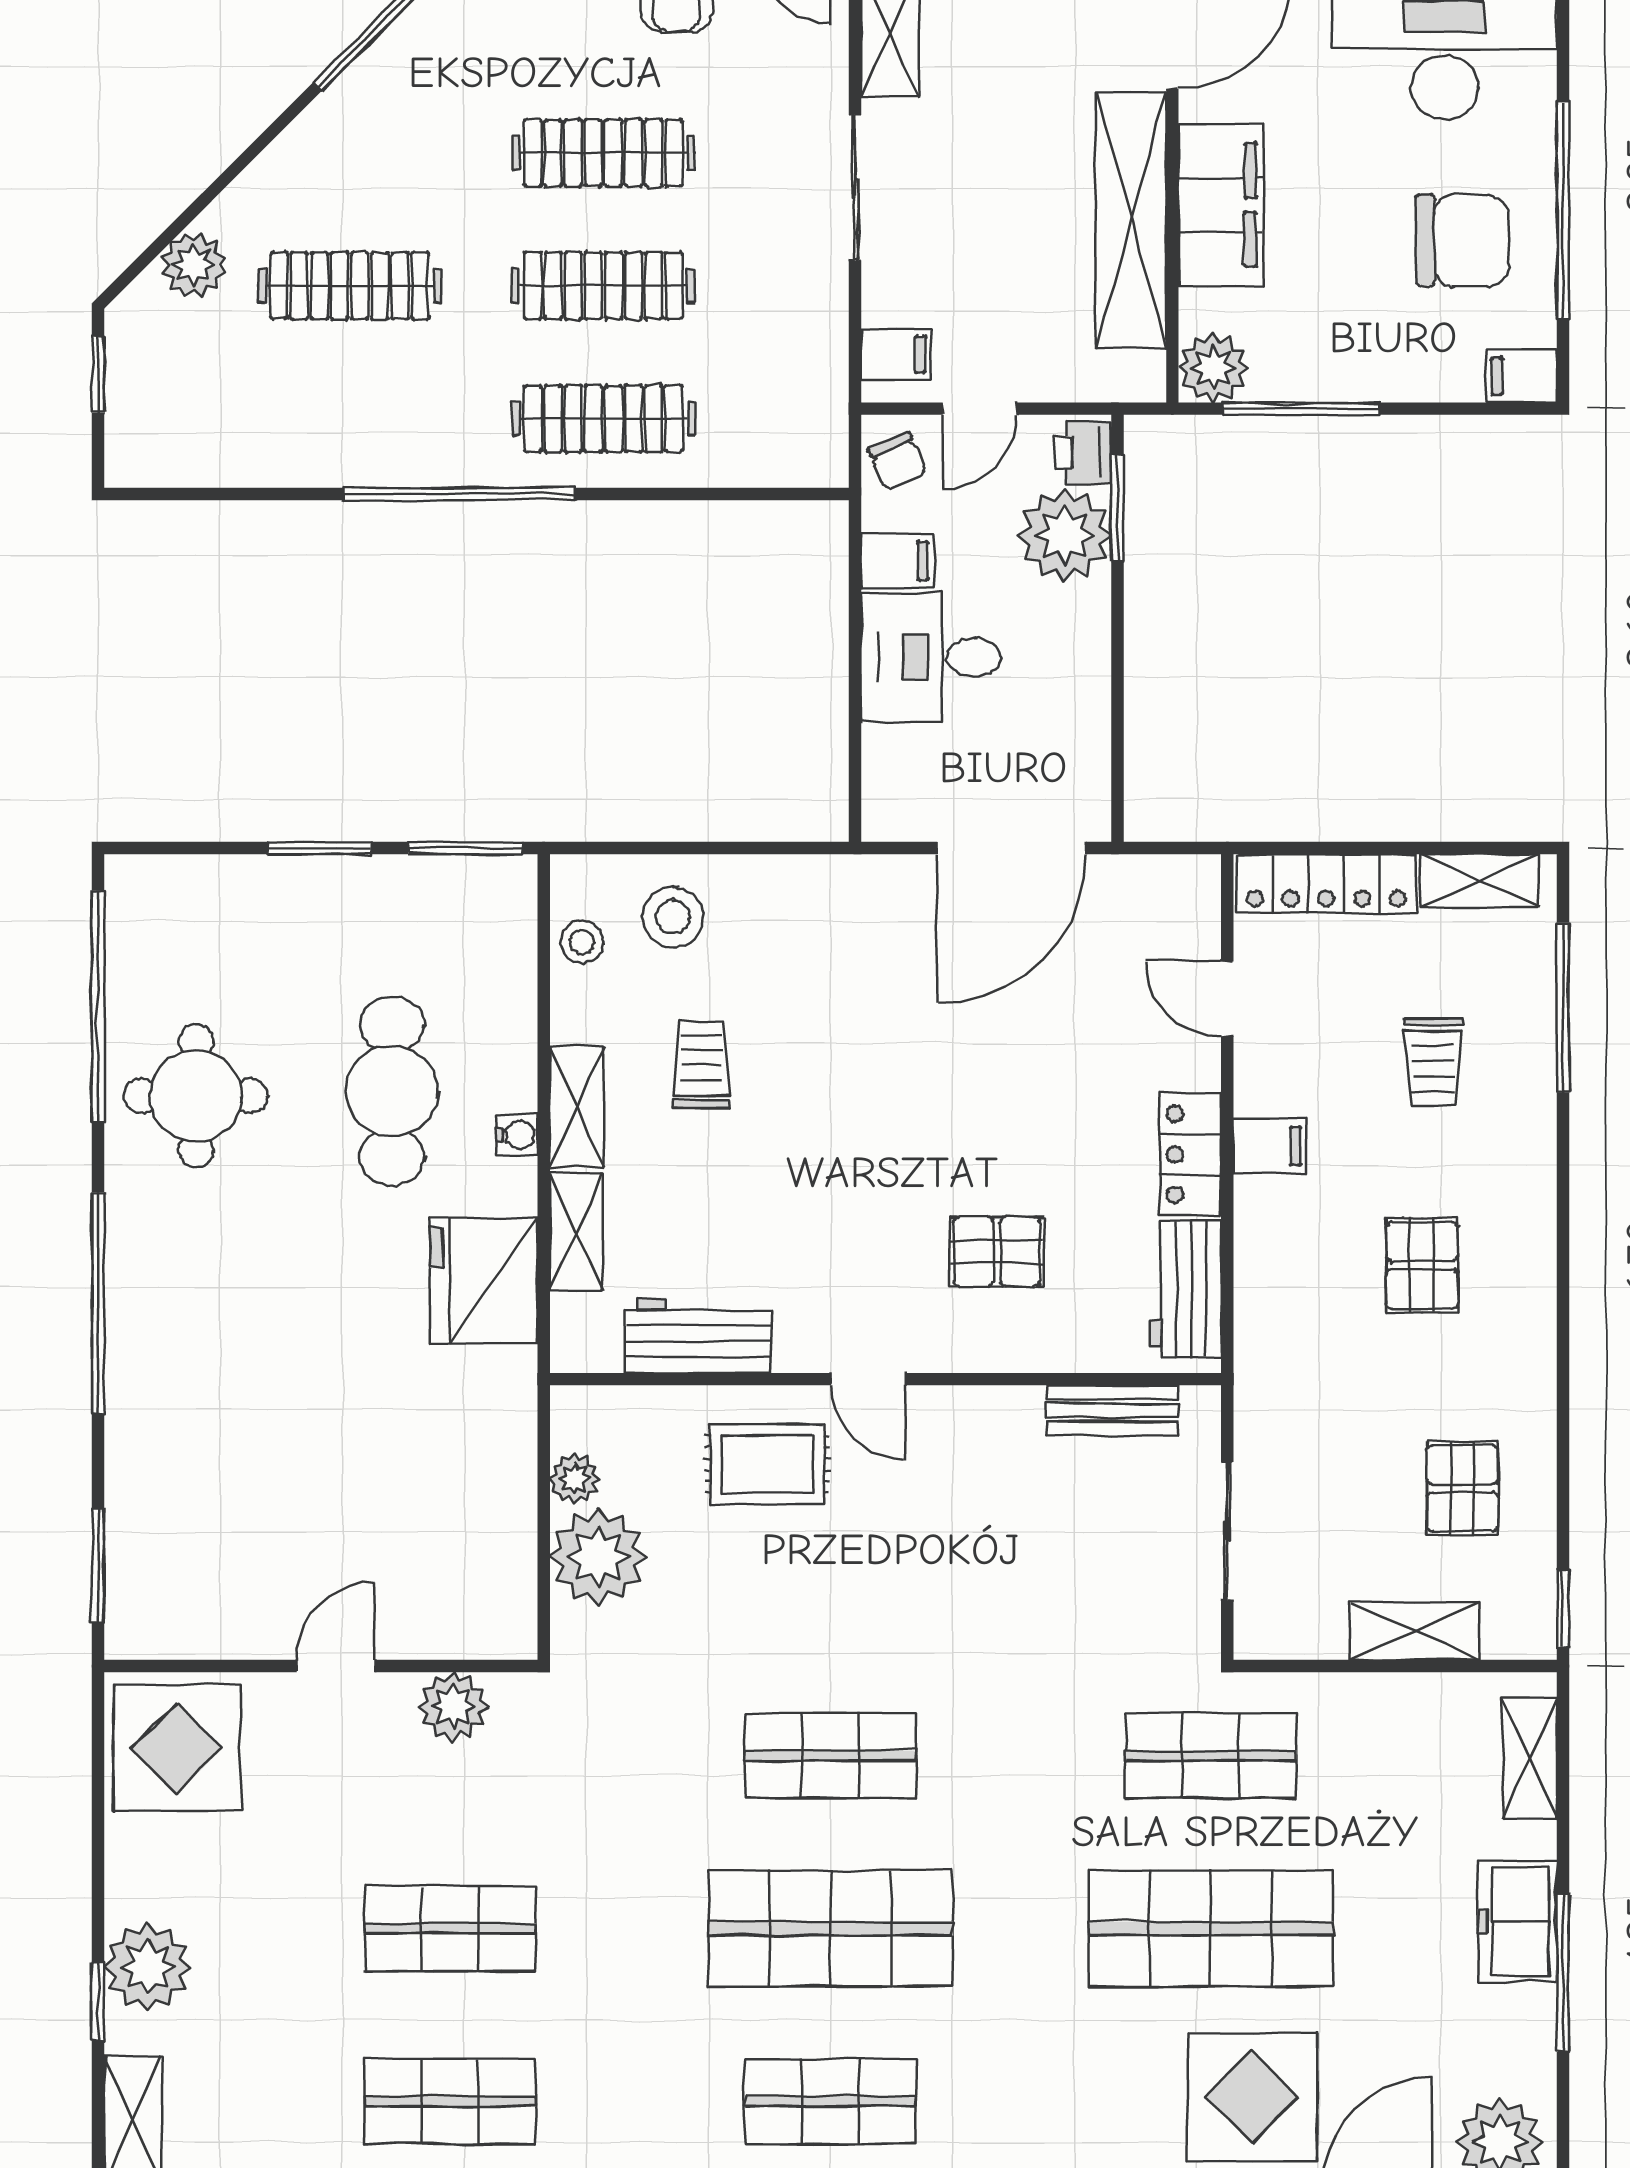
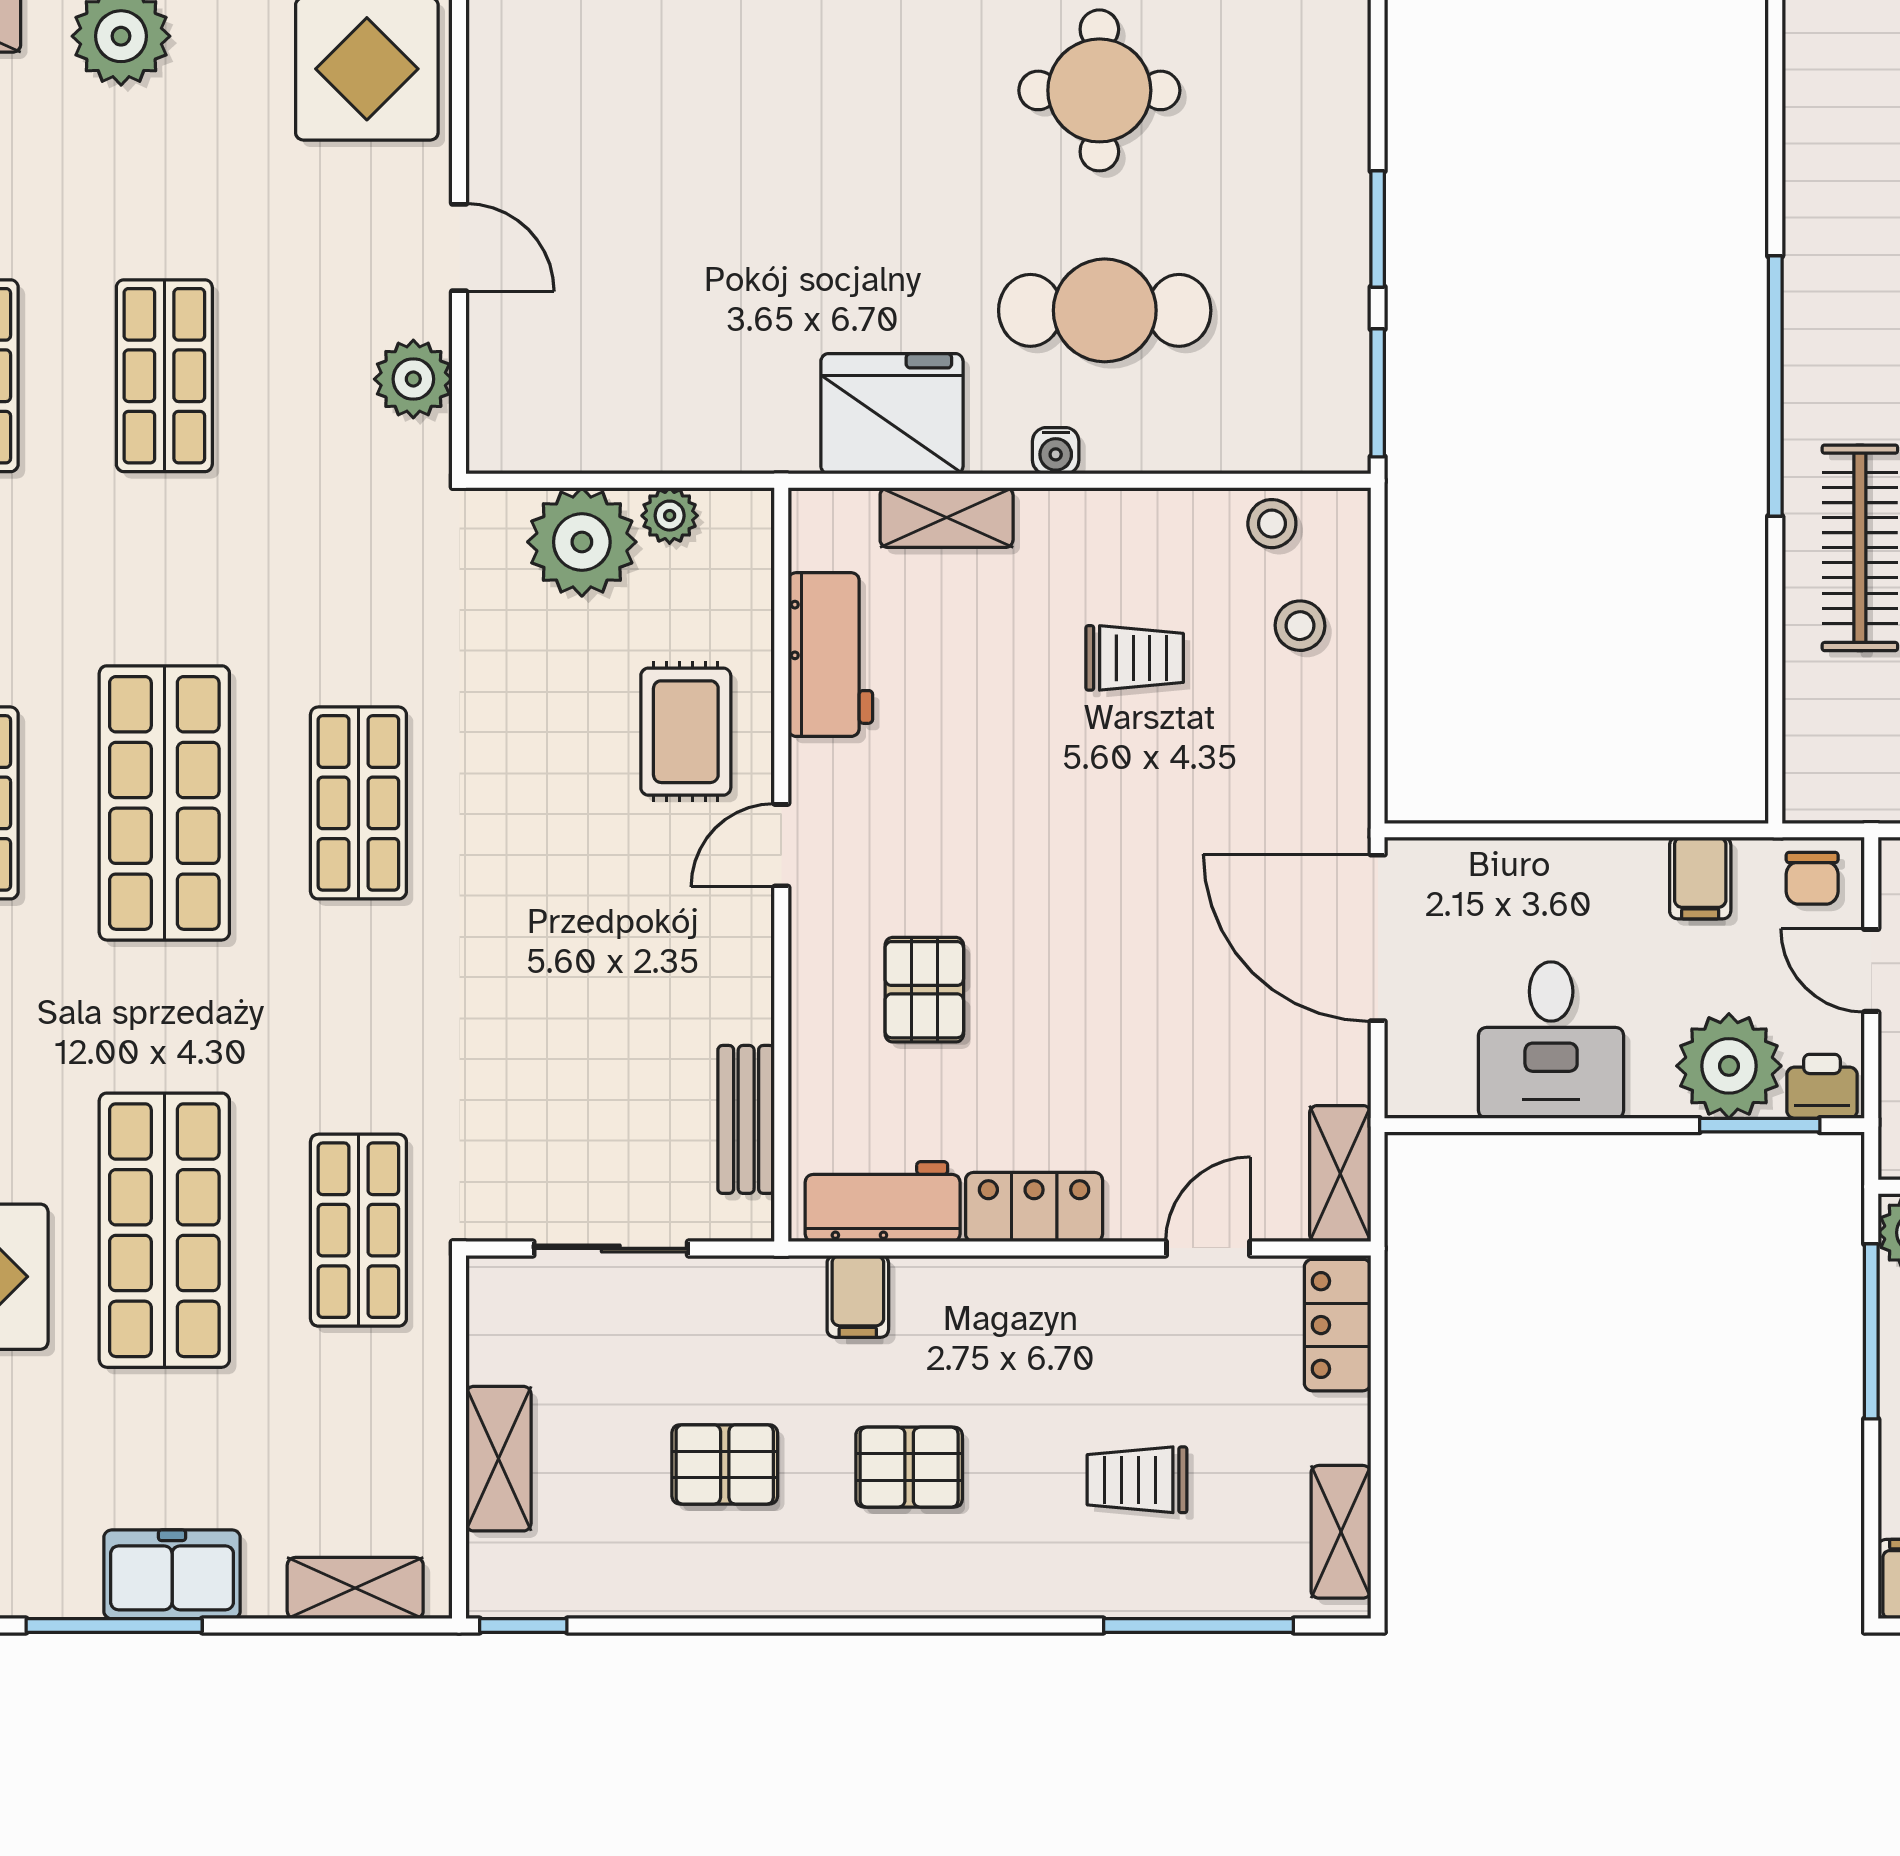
chair: (898, 461) -> (1812, 878), turned -66
desk: (931, 658) -> (1551, 1040), moved, turned 180
door: (1012, 848) -> (1378, 938), moved
locker: (1326, 884) -> (1338, 1325), width x0.66
stool: (673, 917) -> (1300, 626), width x0.73, depth x0.73
shelving: (577, 1107) -> (1340, 1174), moved, turned 90
filing cabinet: (1270, 1146) -> (858, 1296), moved
pallet: (1463, 1488) -> (725, 1464), moved

